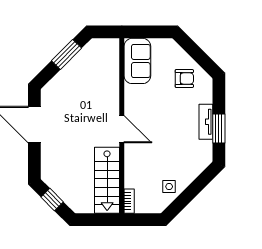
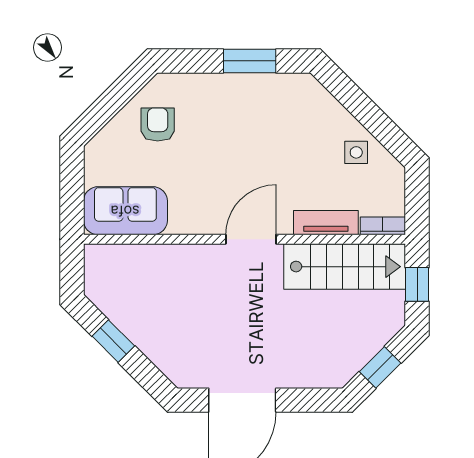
window: (66, 54) -> (113, 341), width x0.67
tv unit: (206, 122) -> (326, 223), moved, turned 180
window: (97, 220) -> (417, 284), added

